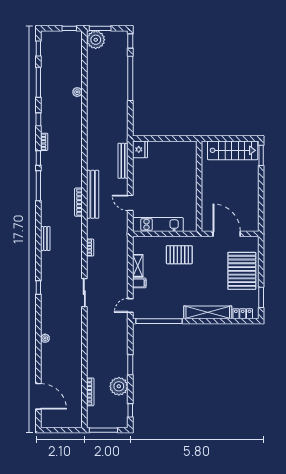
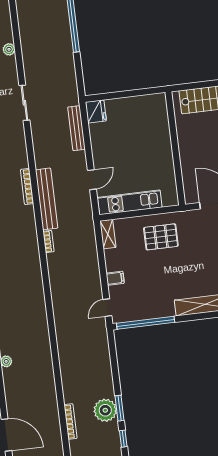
bench: (93, 194) -> (47, 199), moved
door: (130, 203) -> (92, 180), swing flipped
shelving: (138, 266) -> (108, 234), moved
sliding door: (84, 293) -> (24, 103), moved
window: (130, 365) -> (120, 408), moved

